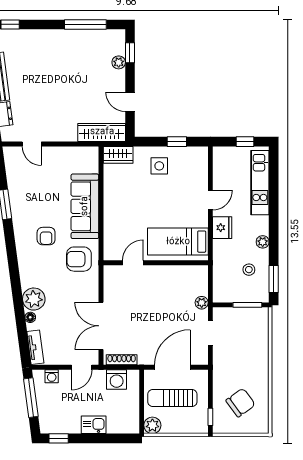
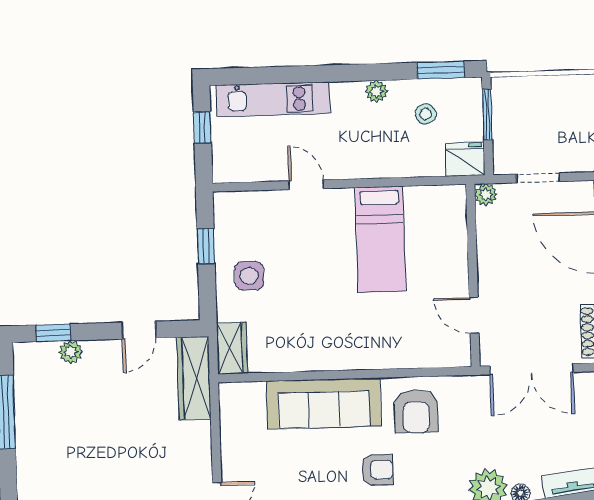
fridge: (222, 228) -> (465, 159), moved
door: (133, 263) -> (474, 315), moved
wall: (156, 263) -> (473, 275), moved

